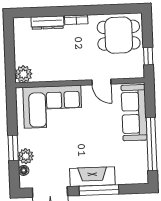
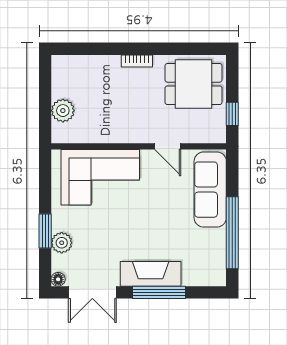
dresser: (47, 23) -> (98, 63), removed
plant: (23, 74) -> (63, 111), moved
floor lamp: (24, 170) -> (58, 279), moved

